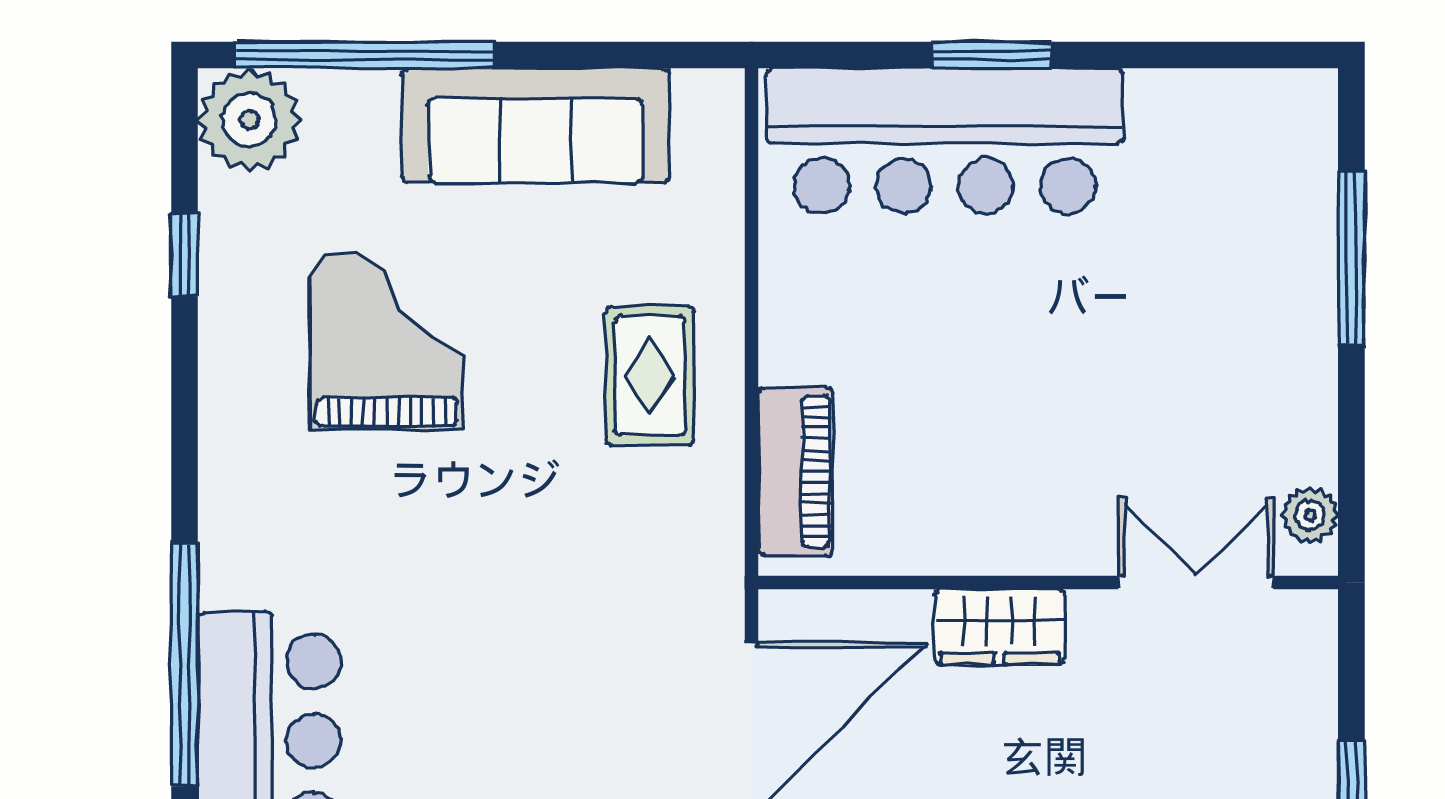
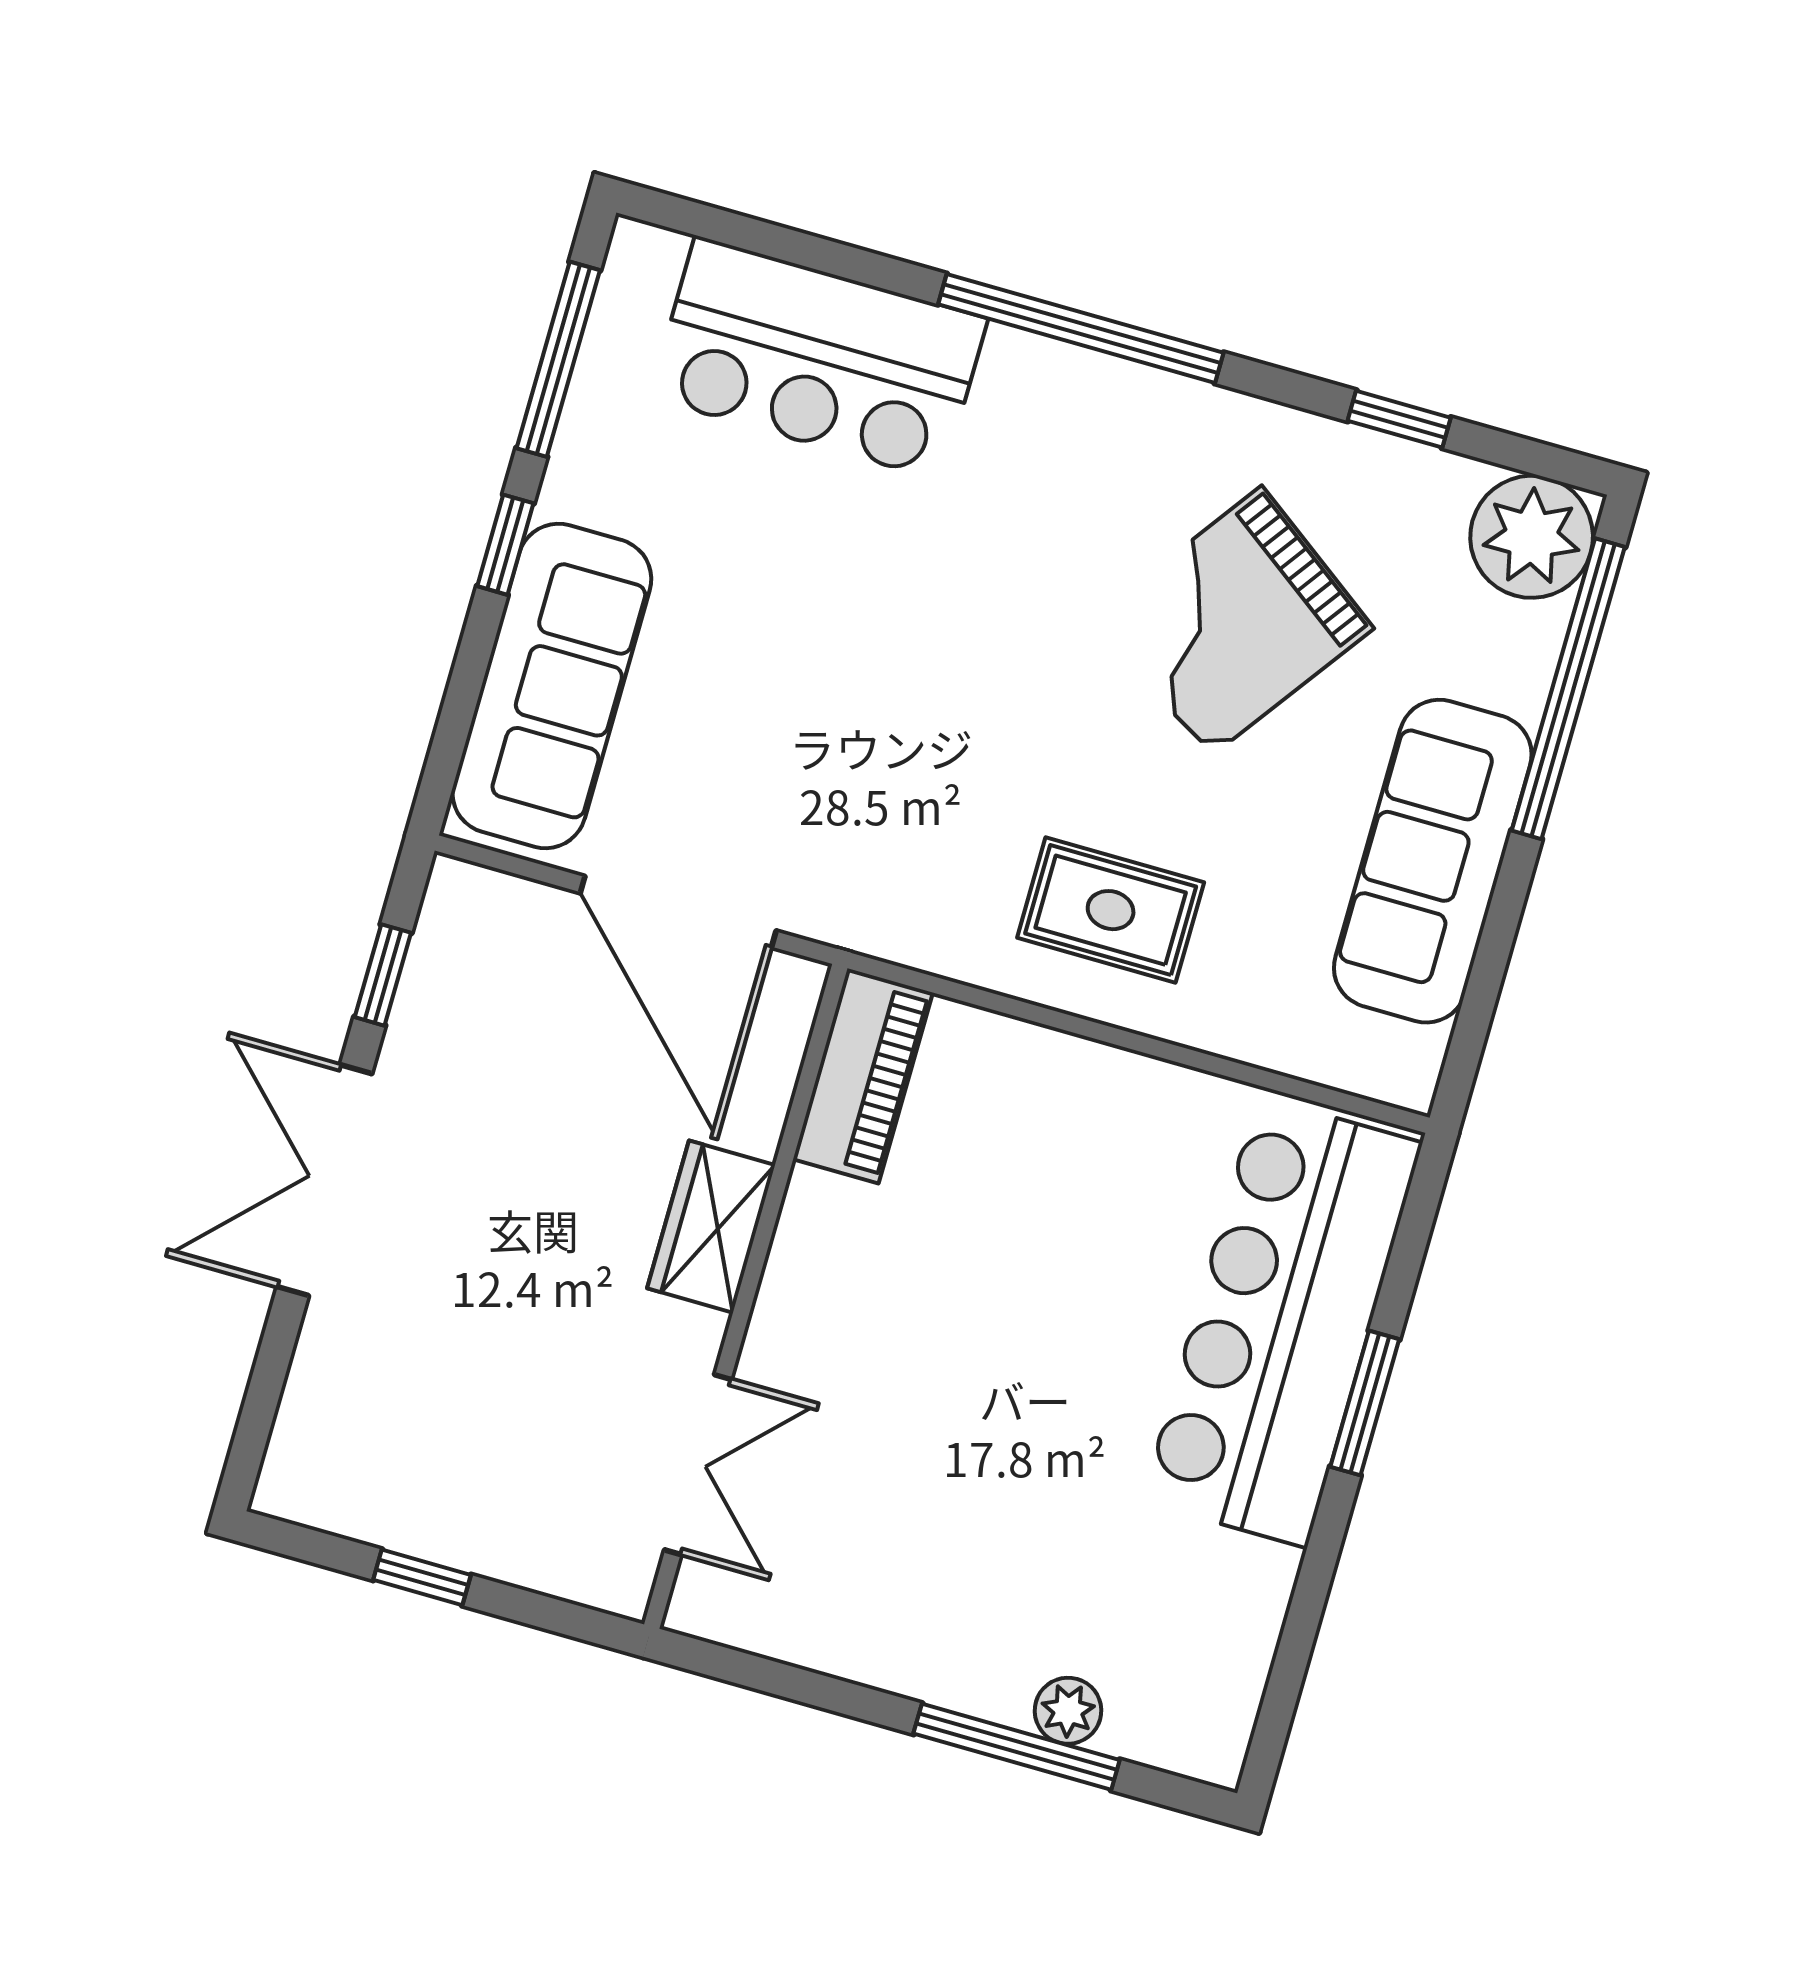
grand piano: (387, 341) -> (1235, 622), turned 126
piano: (796, 471) -> (863, 1076), moved, turned -90
plant: (1310, 515) -> (1068, 1711), moved
window: (184, 665) -> (1081, 329), moved

